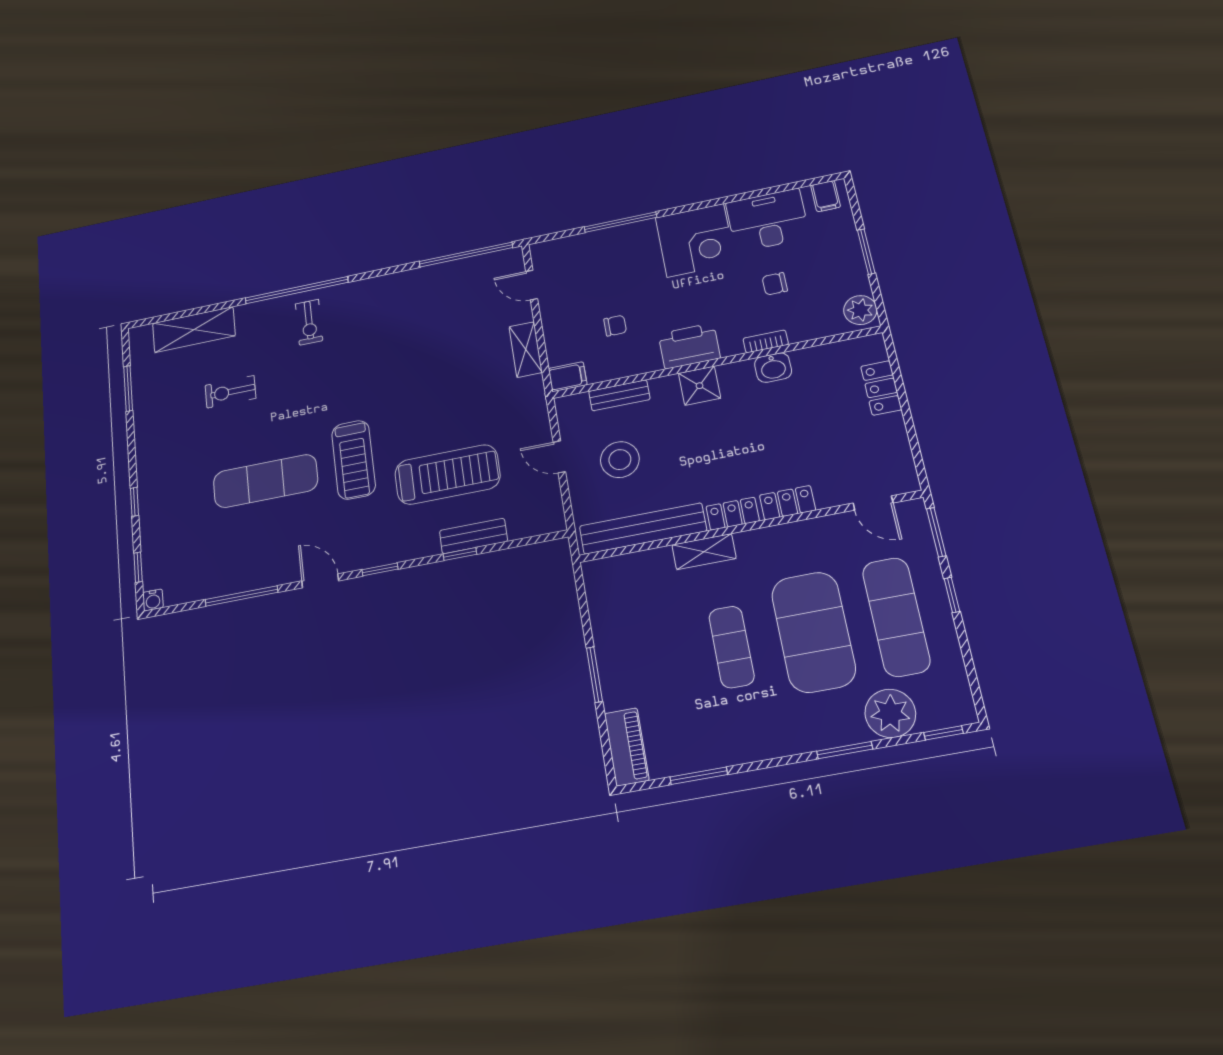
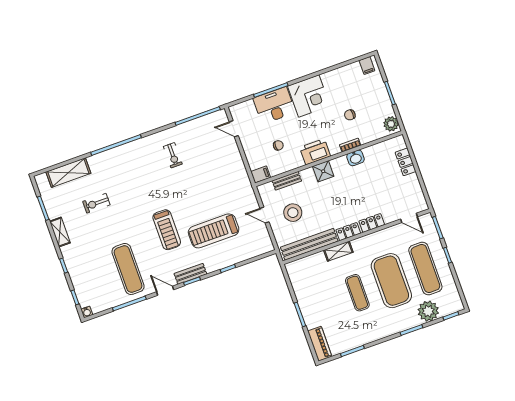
desk: (768, 220) -> (274, 105), moved
exercise bike: (309, 322) -> (173, 155), moved
shelving: (526, 350) -> (60, 232), moved
treadmill: (447, 475) -> (214, 231), turned 180
exercise mat: (265, 481) -> (128, 269), moved, turned 90
bench: (473, 536) -> (190, 274), moved

